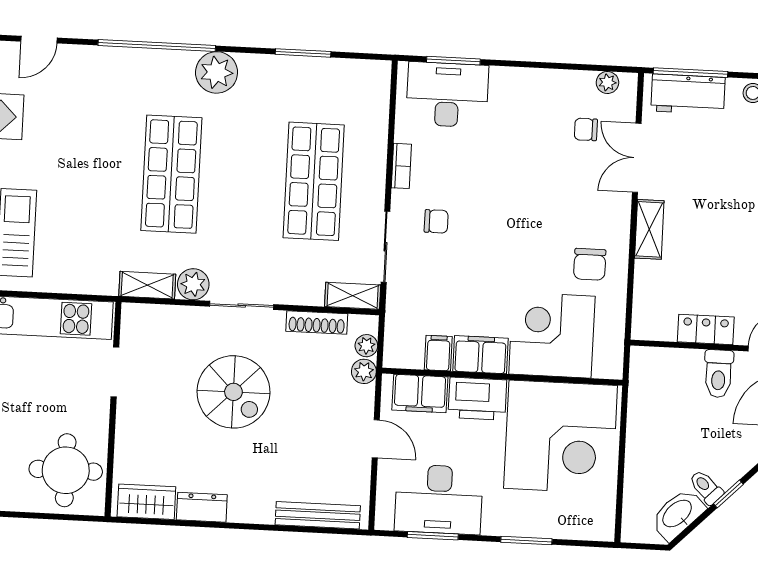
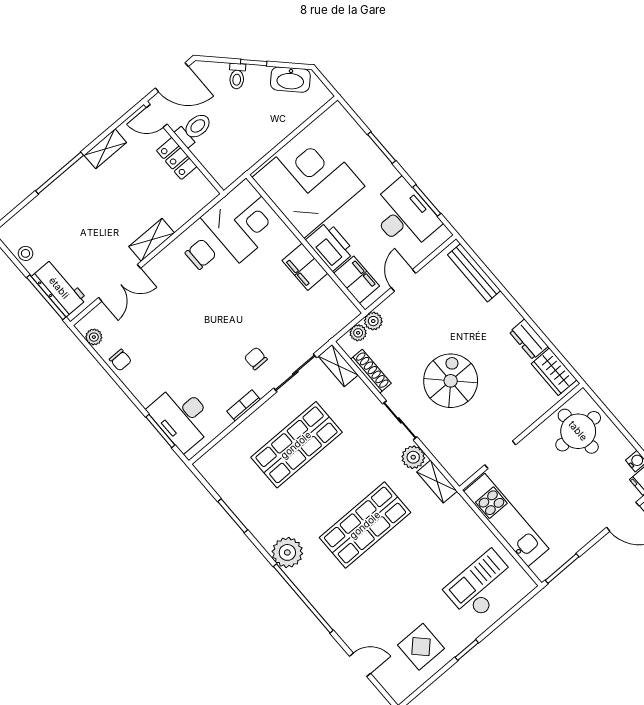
chair: (586, 129) -> (120, 360), moved
corner desk: (552, 335) -> (243, 221), moved, turned -90
filing cabinet: (438, 353) -> (326, 290), removed
toilet: (706, 487) -> (237, 76), moved

